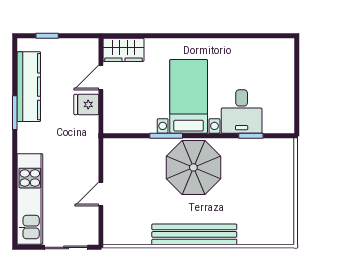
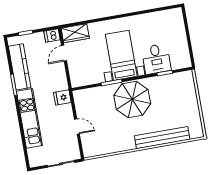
dishwasher: (87, 47) -> (52, 35), added
fridge: (86, 104) -> (62, 97), moved
door: (101, 194) -> (77, 126), swing flipped
kitchen unit: (30, 199) -> (29, 118), moved
bench: (194, 234) -> (162, 138), moved

